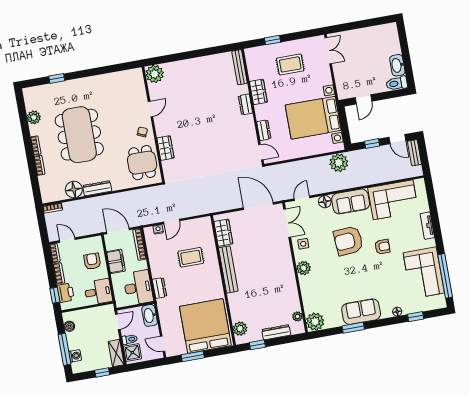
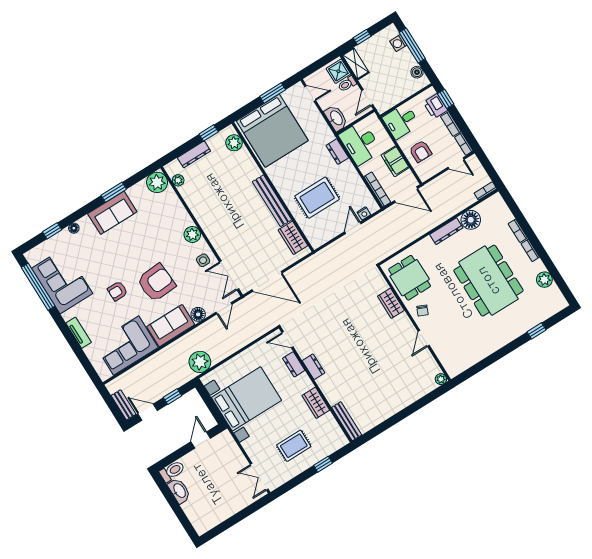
plant: (155, 74) -> (441, 379), width x0.53, depth x0.53
dresser: (245, 104) -> (314, 367), moved
rug: (191, 257) -> (317, 198), width x1.36, depth x1.43

